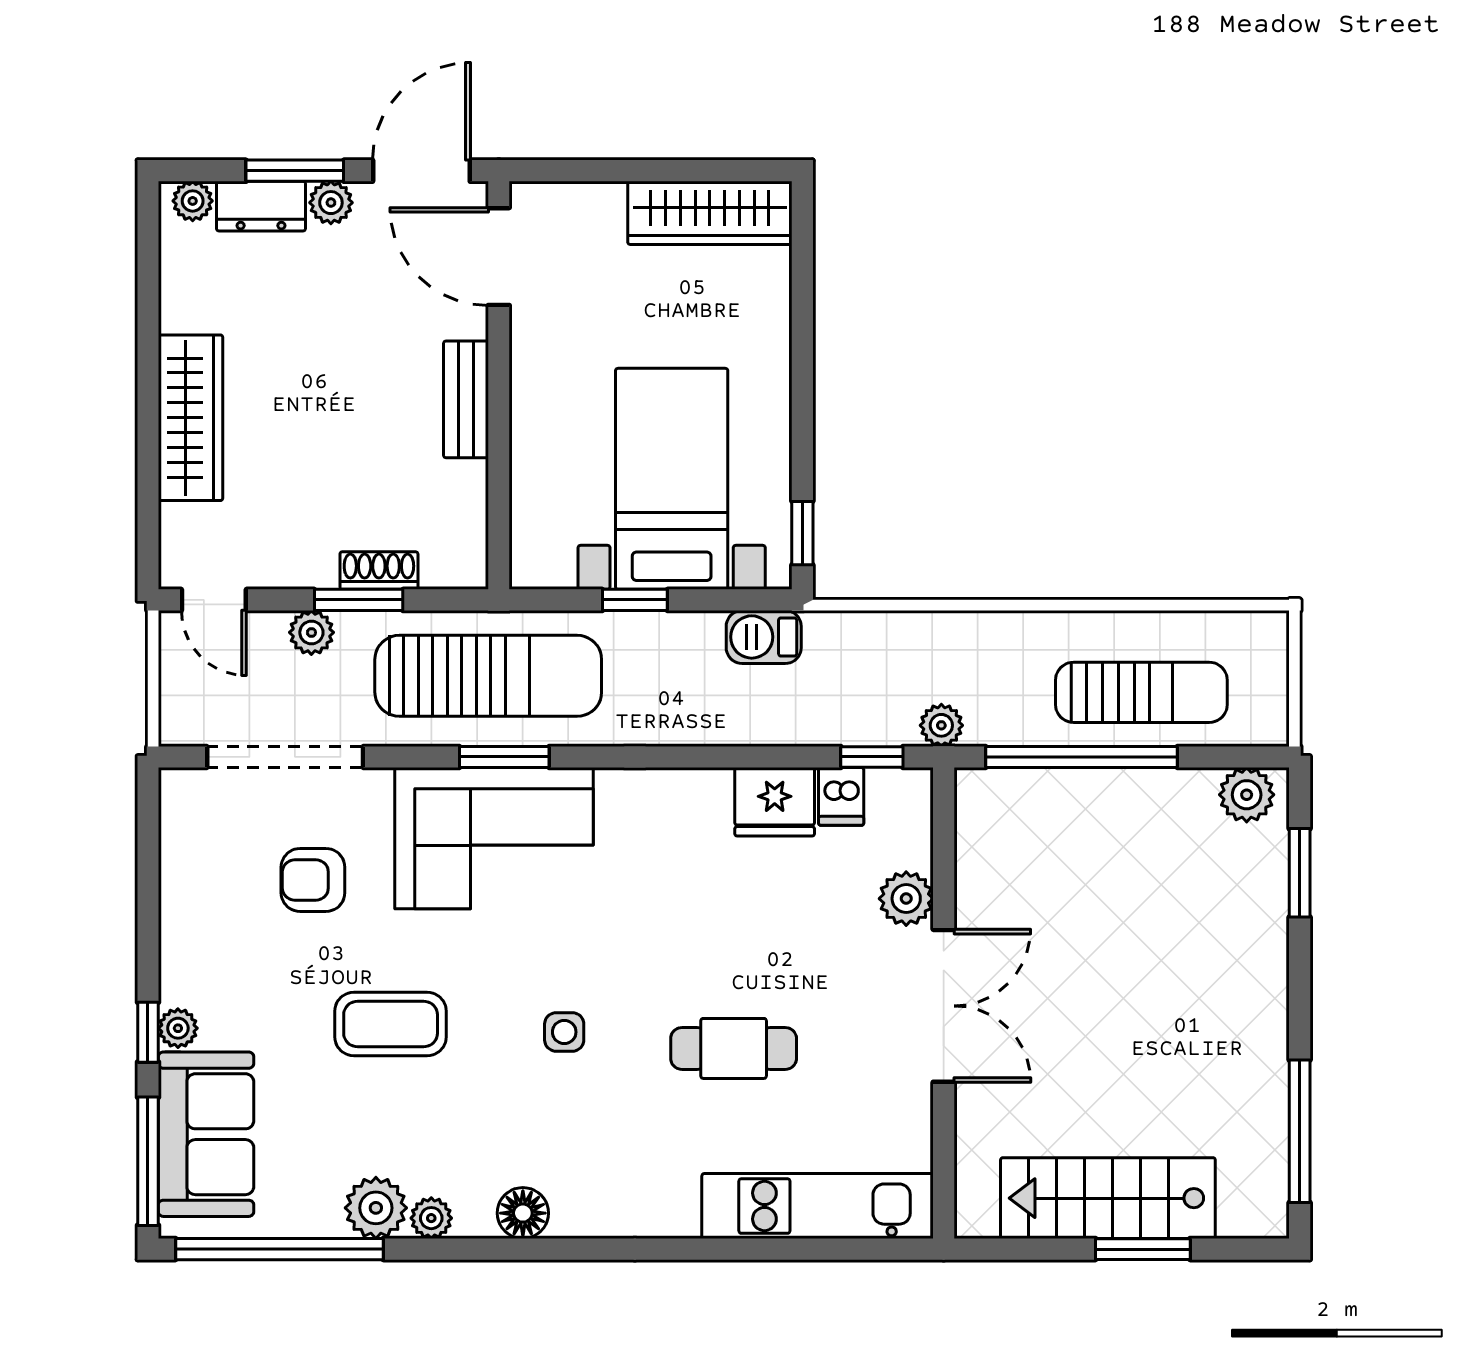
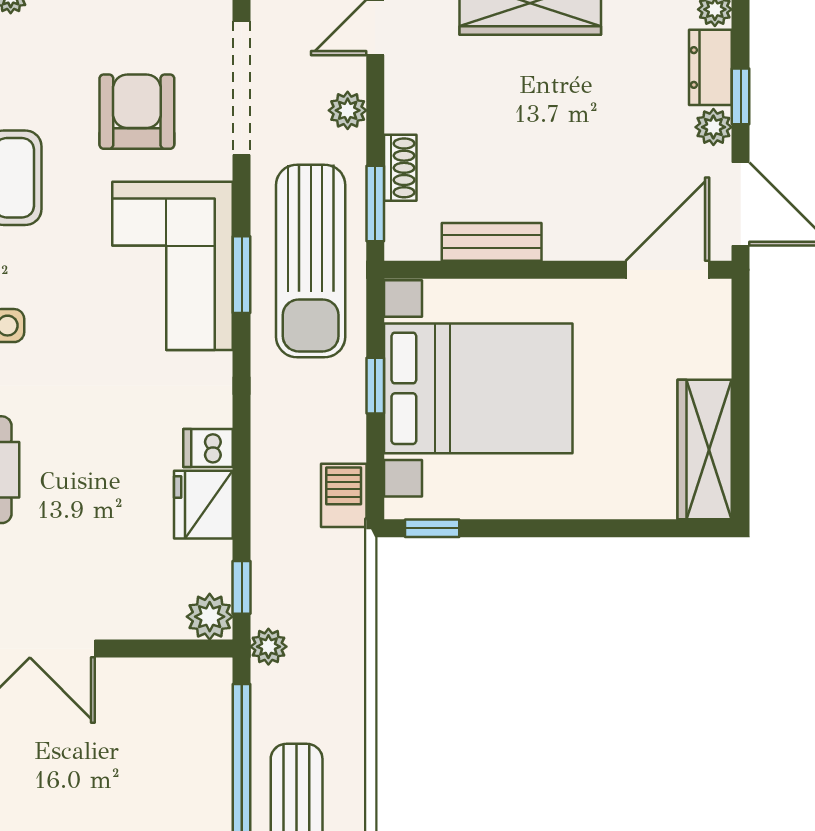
window: (295, 171) -> (741, 96), width x0.67
bench: (466, 399) -> (492, 242), moved
bed with nightstands: (672, 479) -> (478, 388), width x1.36
window: (359, 600) -> (375, 204), moved
dishwasher: (841, 796) -> (208, 448), moved
armchair: (313, 880) -> (137, 112), width x1.38, depth x1.38
plant: (906, 899) -> (210, 617), moved

